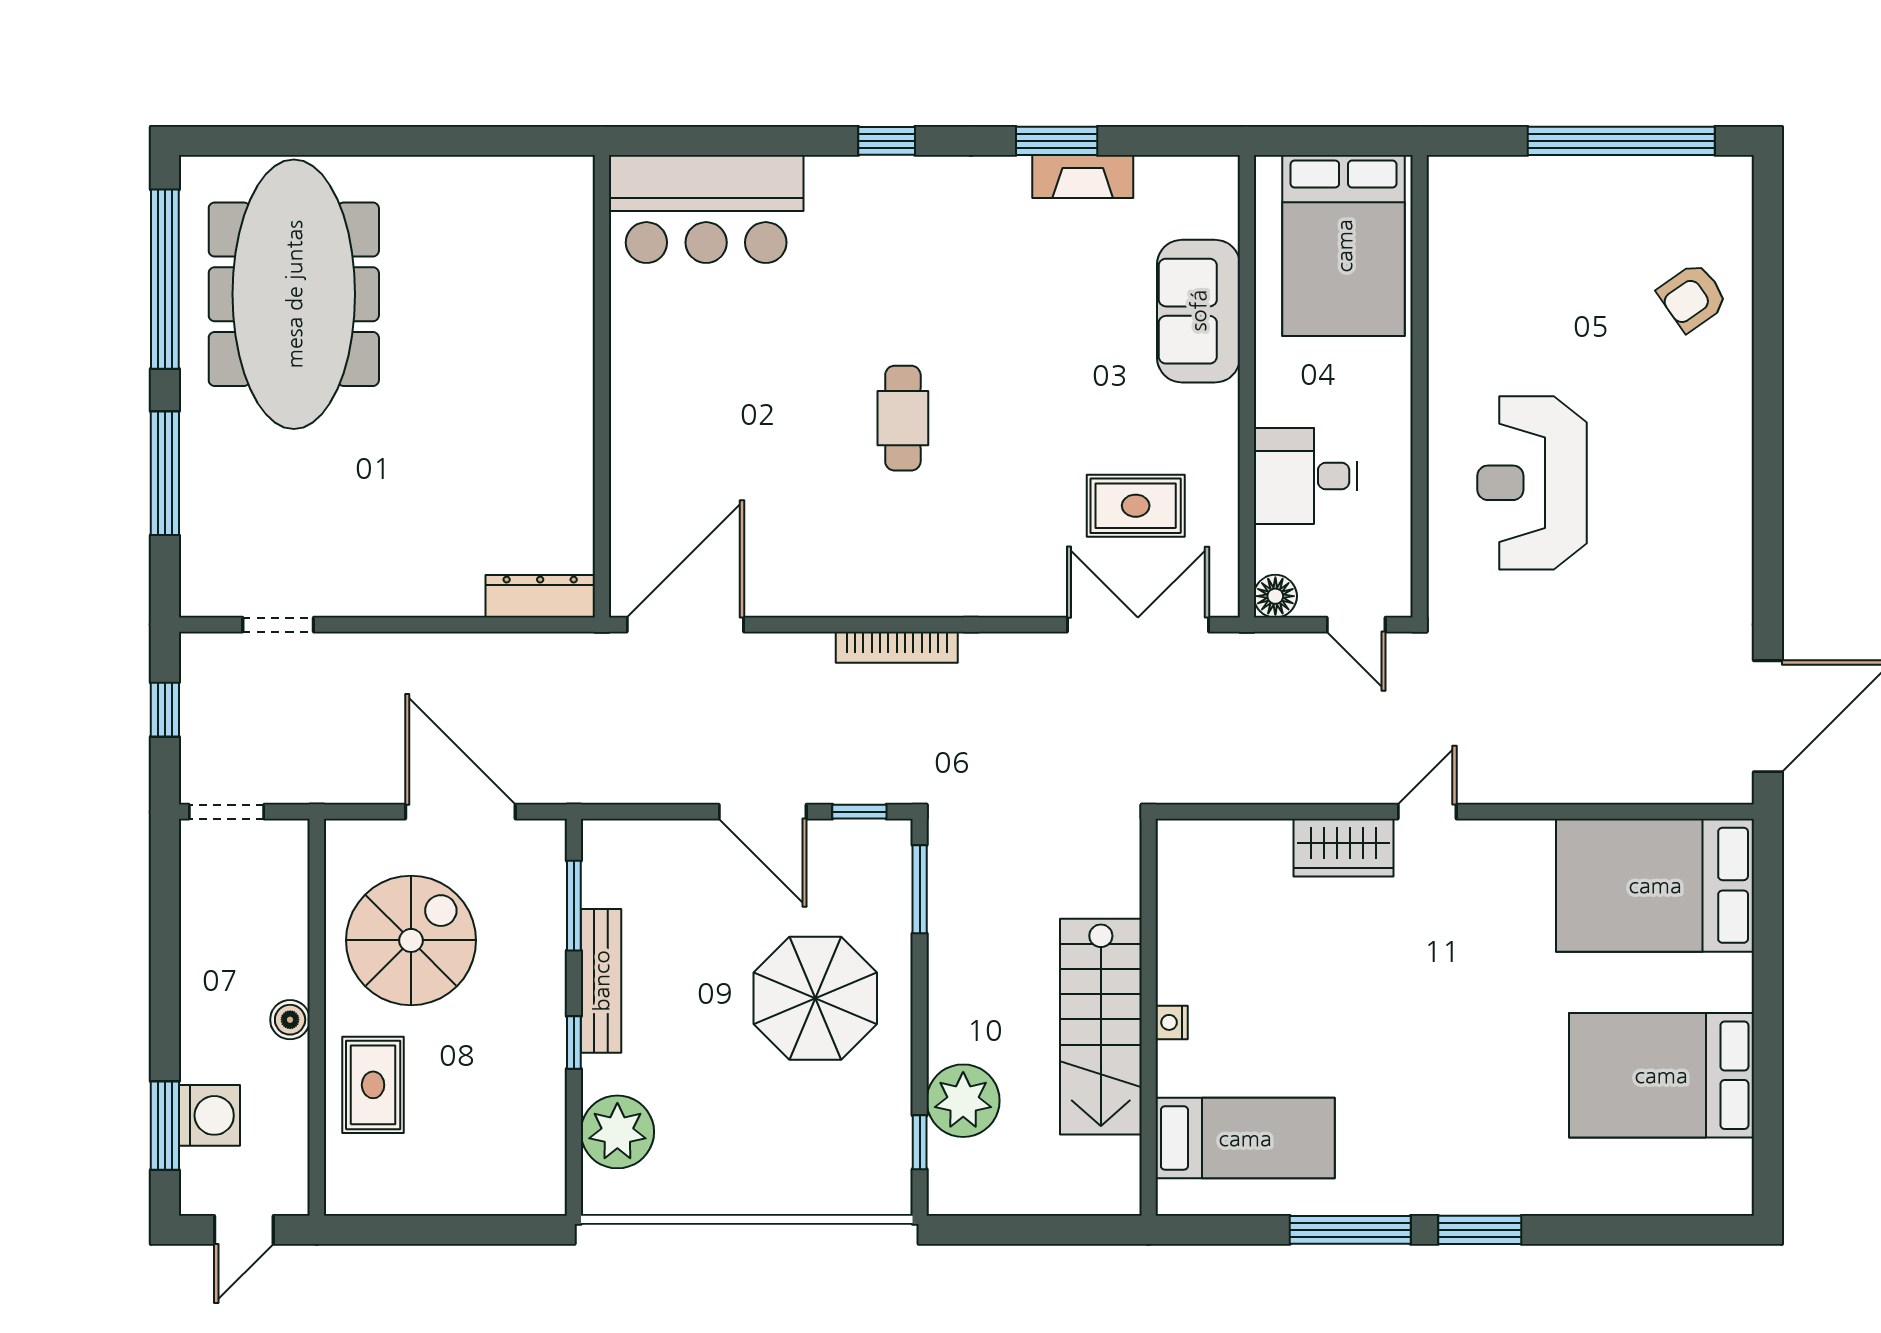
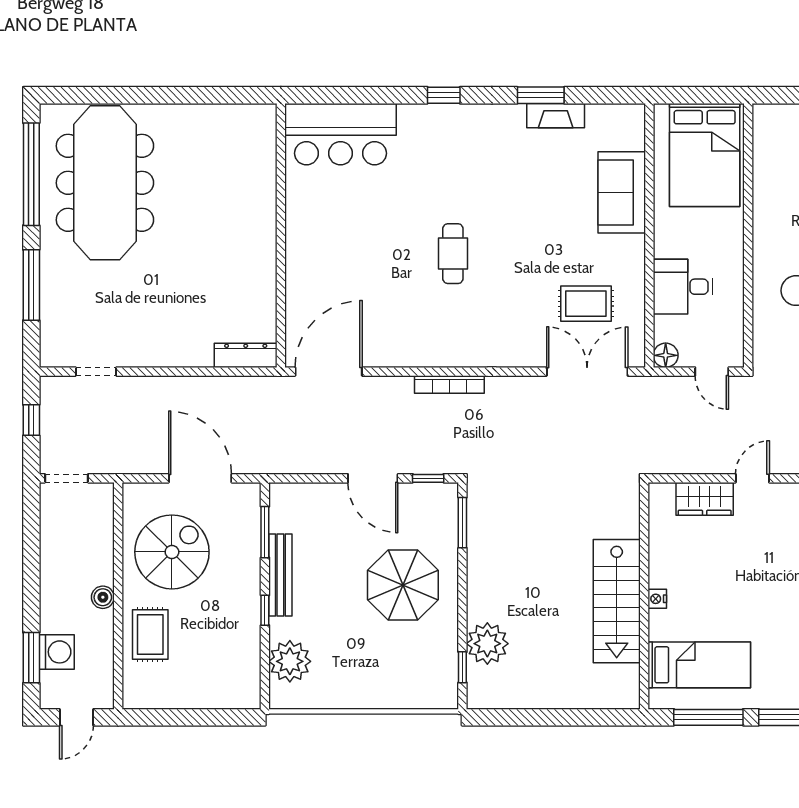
wall: (1149, 1017) -> (644, 596), moved
nightstand: (1172, 1022) -> (657, 599), moved
stairs: (1101, 1027) -> (617, 601), moved
bed: (1245, 1138) -> (699, 665), moved

